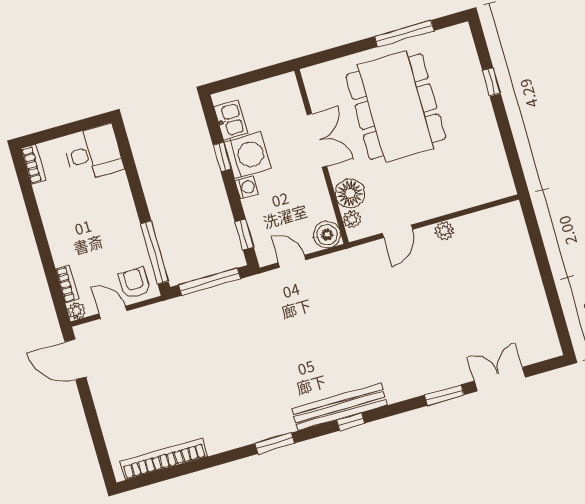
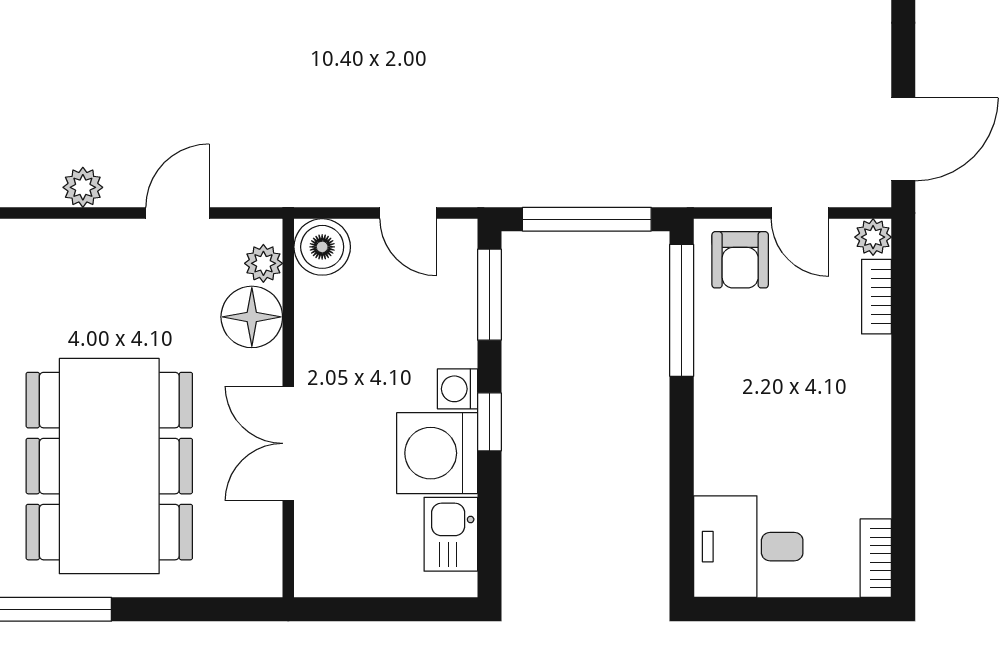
window: (222, 157) -> (489, 422), moved
window: (244, 235) -> (489, 295), width x1.50
door: (75, 359) -> (903, 139), hinge flipped

